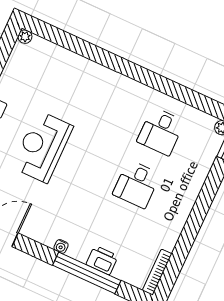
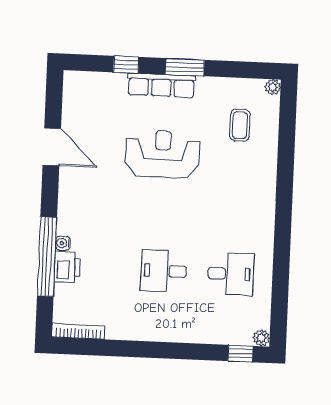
coffee table: (45, 75) -> (240, 125), added
desk: (161, 131) -> (231, 274), turned 180
water cooler: (61, 246) -> (63, 243), moved

